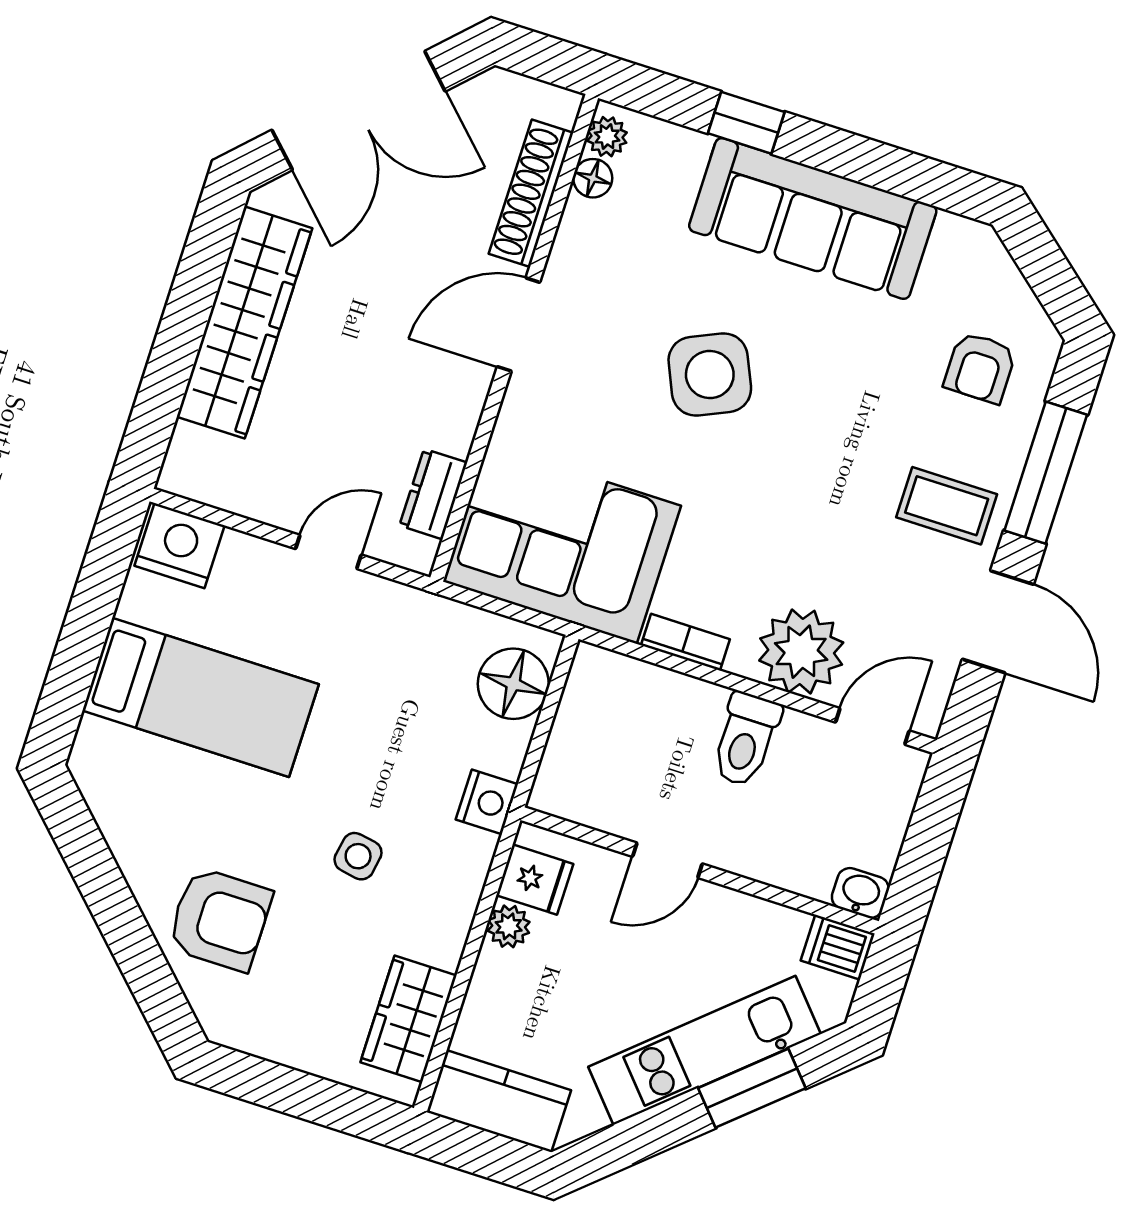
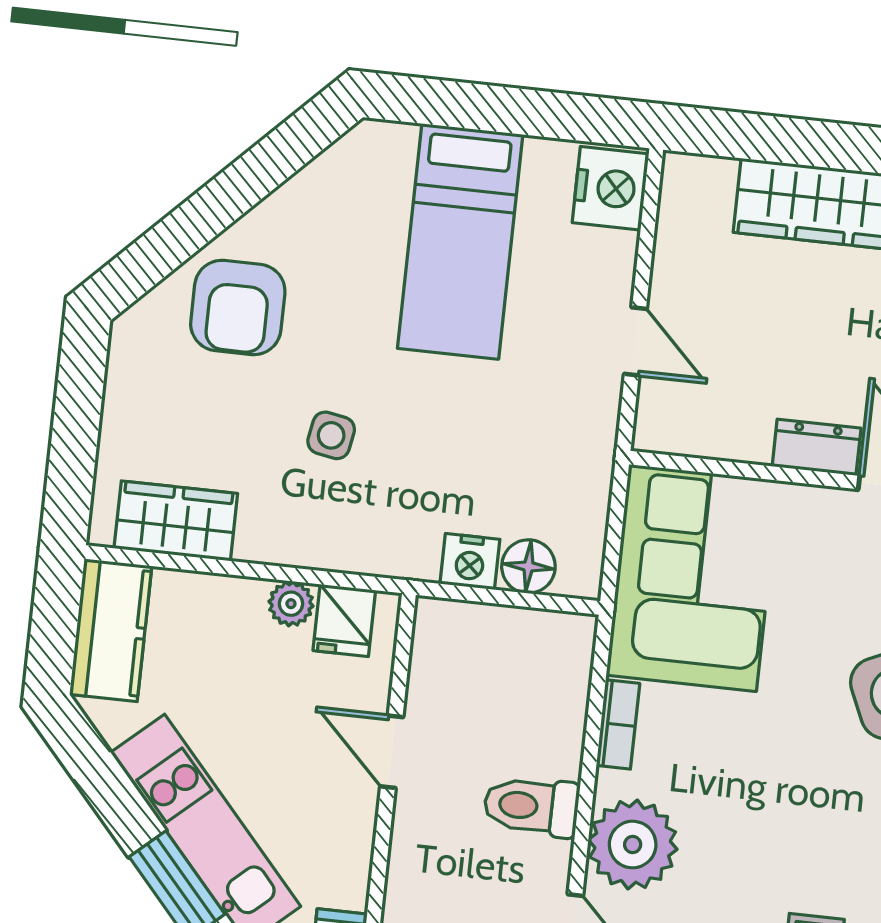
dresser: (433, 494) -> (817, 447), moved
floor lamp: (513, 684) -> (528, 566), width x0.73, depth x0.73
nightstand: (487, 802) -> (470, 562), moved

